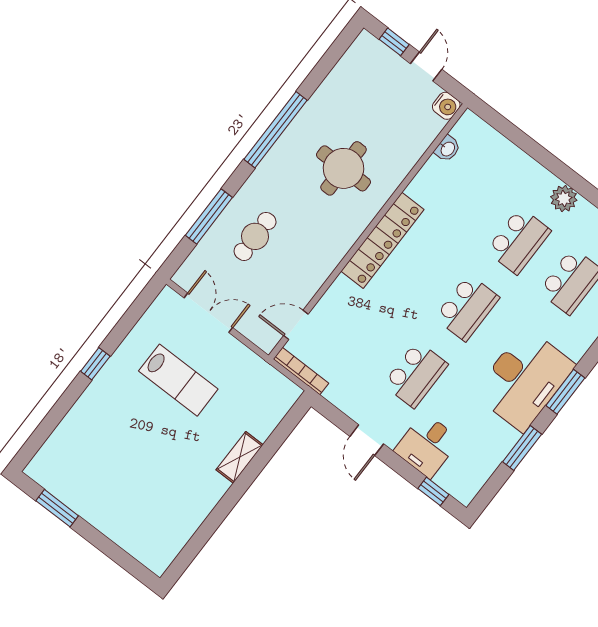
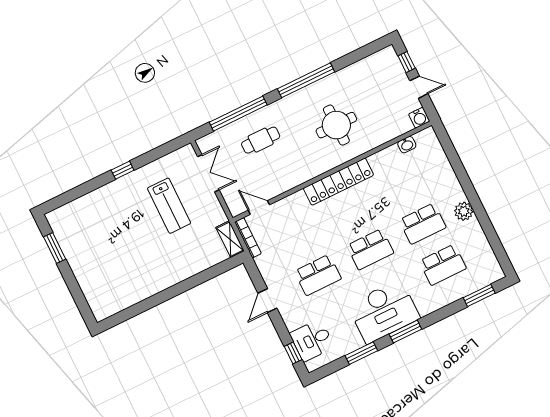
door: (426, 66) -> (419, 87), hinge flipped
window: (209, 216) -> (238, 114), width x1.46
desk: (427, 445) -> (312, 340), moved
shelving: (240, 457) -> (230, 239), moved, turned 90

